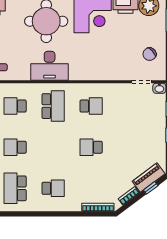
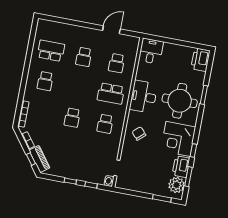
chair: (150, 54) -> (139, 133), moved
school desk: (15, 106) -> (117, 63), turned 180
school desk: (15, 147) -> (84, 57), turned 180
school desk: (91, 147) -> (72, 118), turned 180

